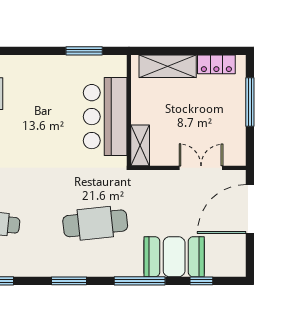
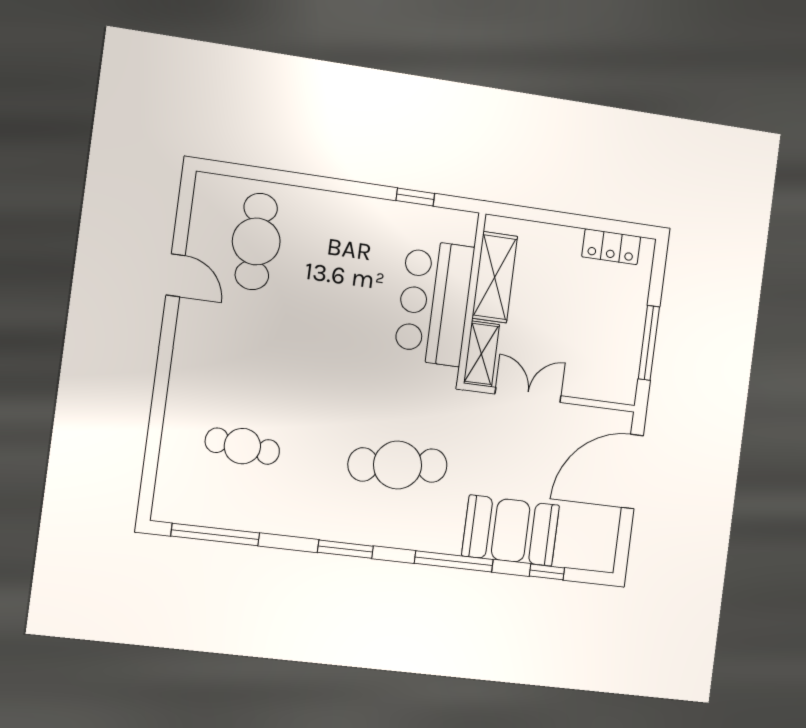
window: (84, 51) -> (415, 197), width x0.67
shelving: (168, 66) -> (495, 277), moved, turned 90
window: (250, 102) -> (649, 343), moved
double door: (201, 168) -> (528, 395), moved

